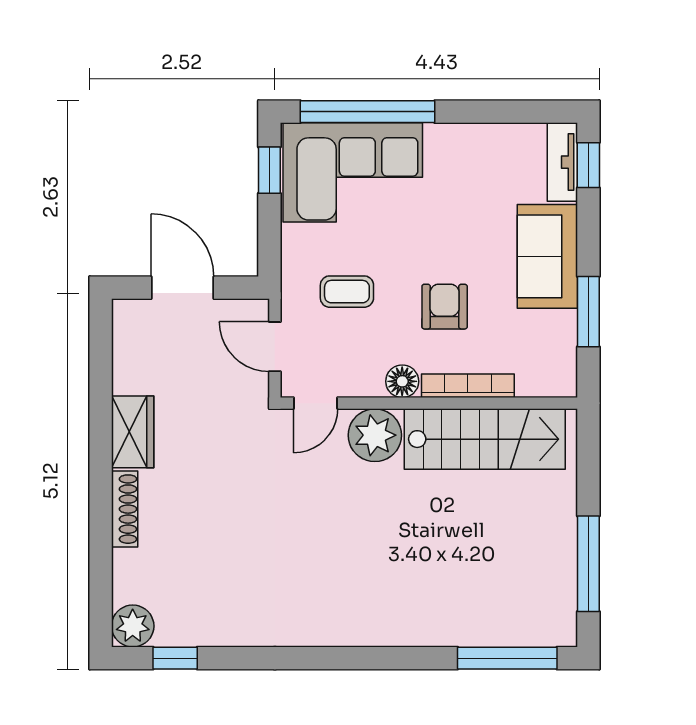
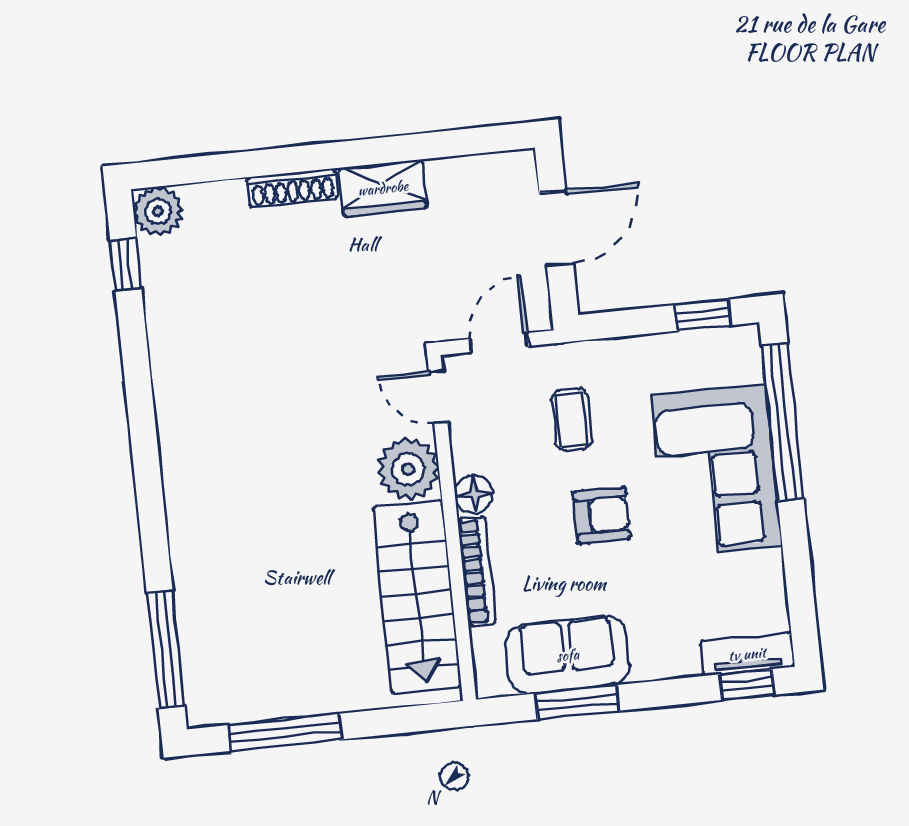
corner sofa: (353, 172) -> (716, 471), moved
sofa: (547, 256) -> (568, 655), moved
armchair: (445, 307) -> (601, 515), moved

